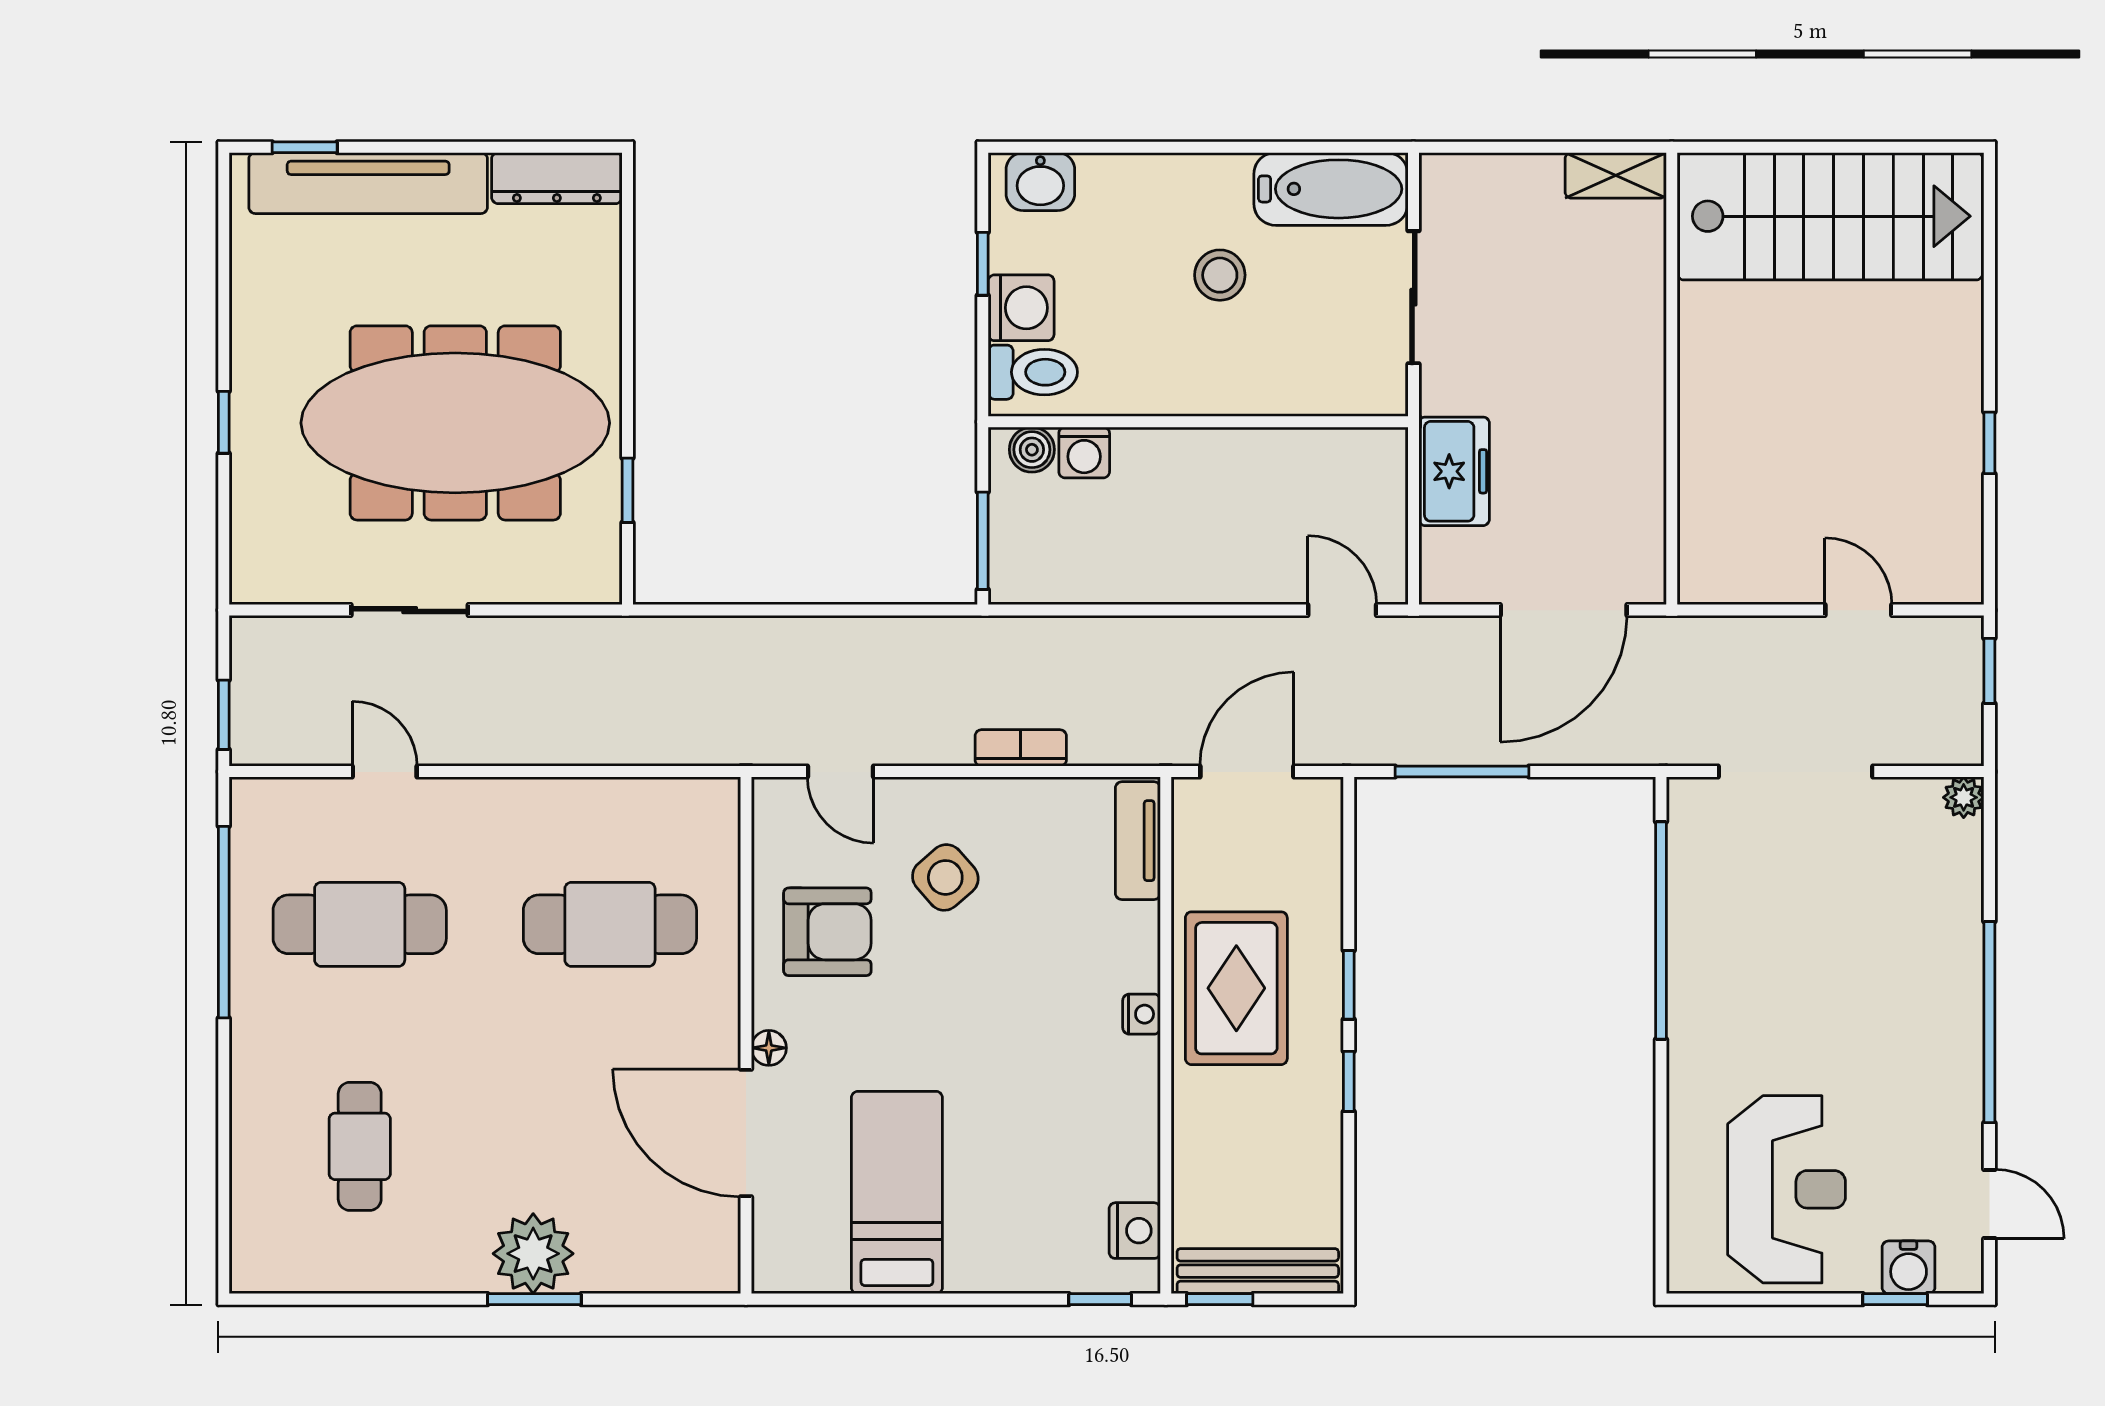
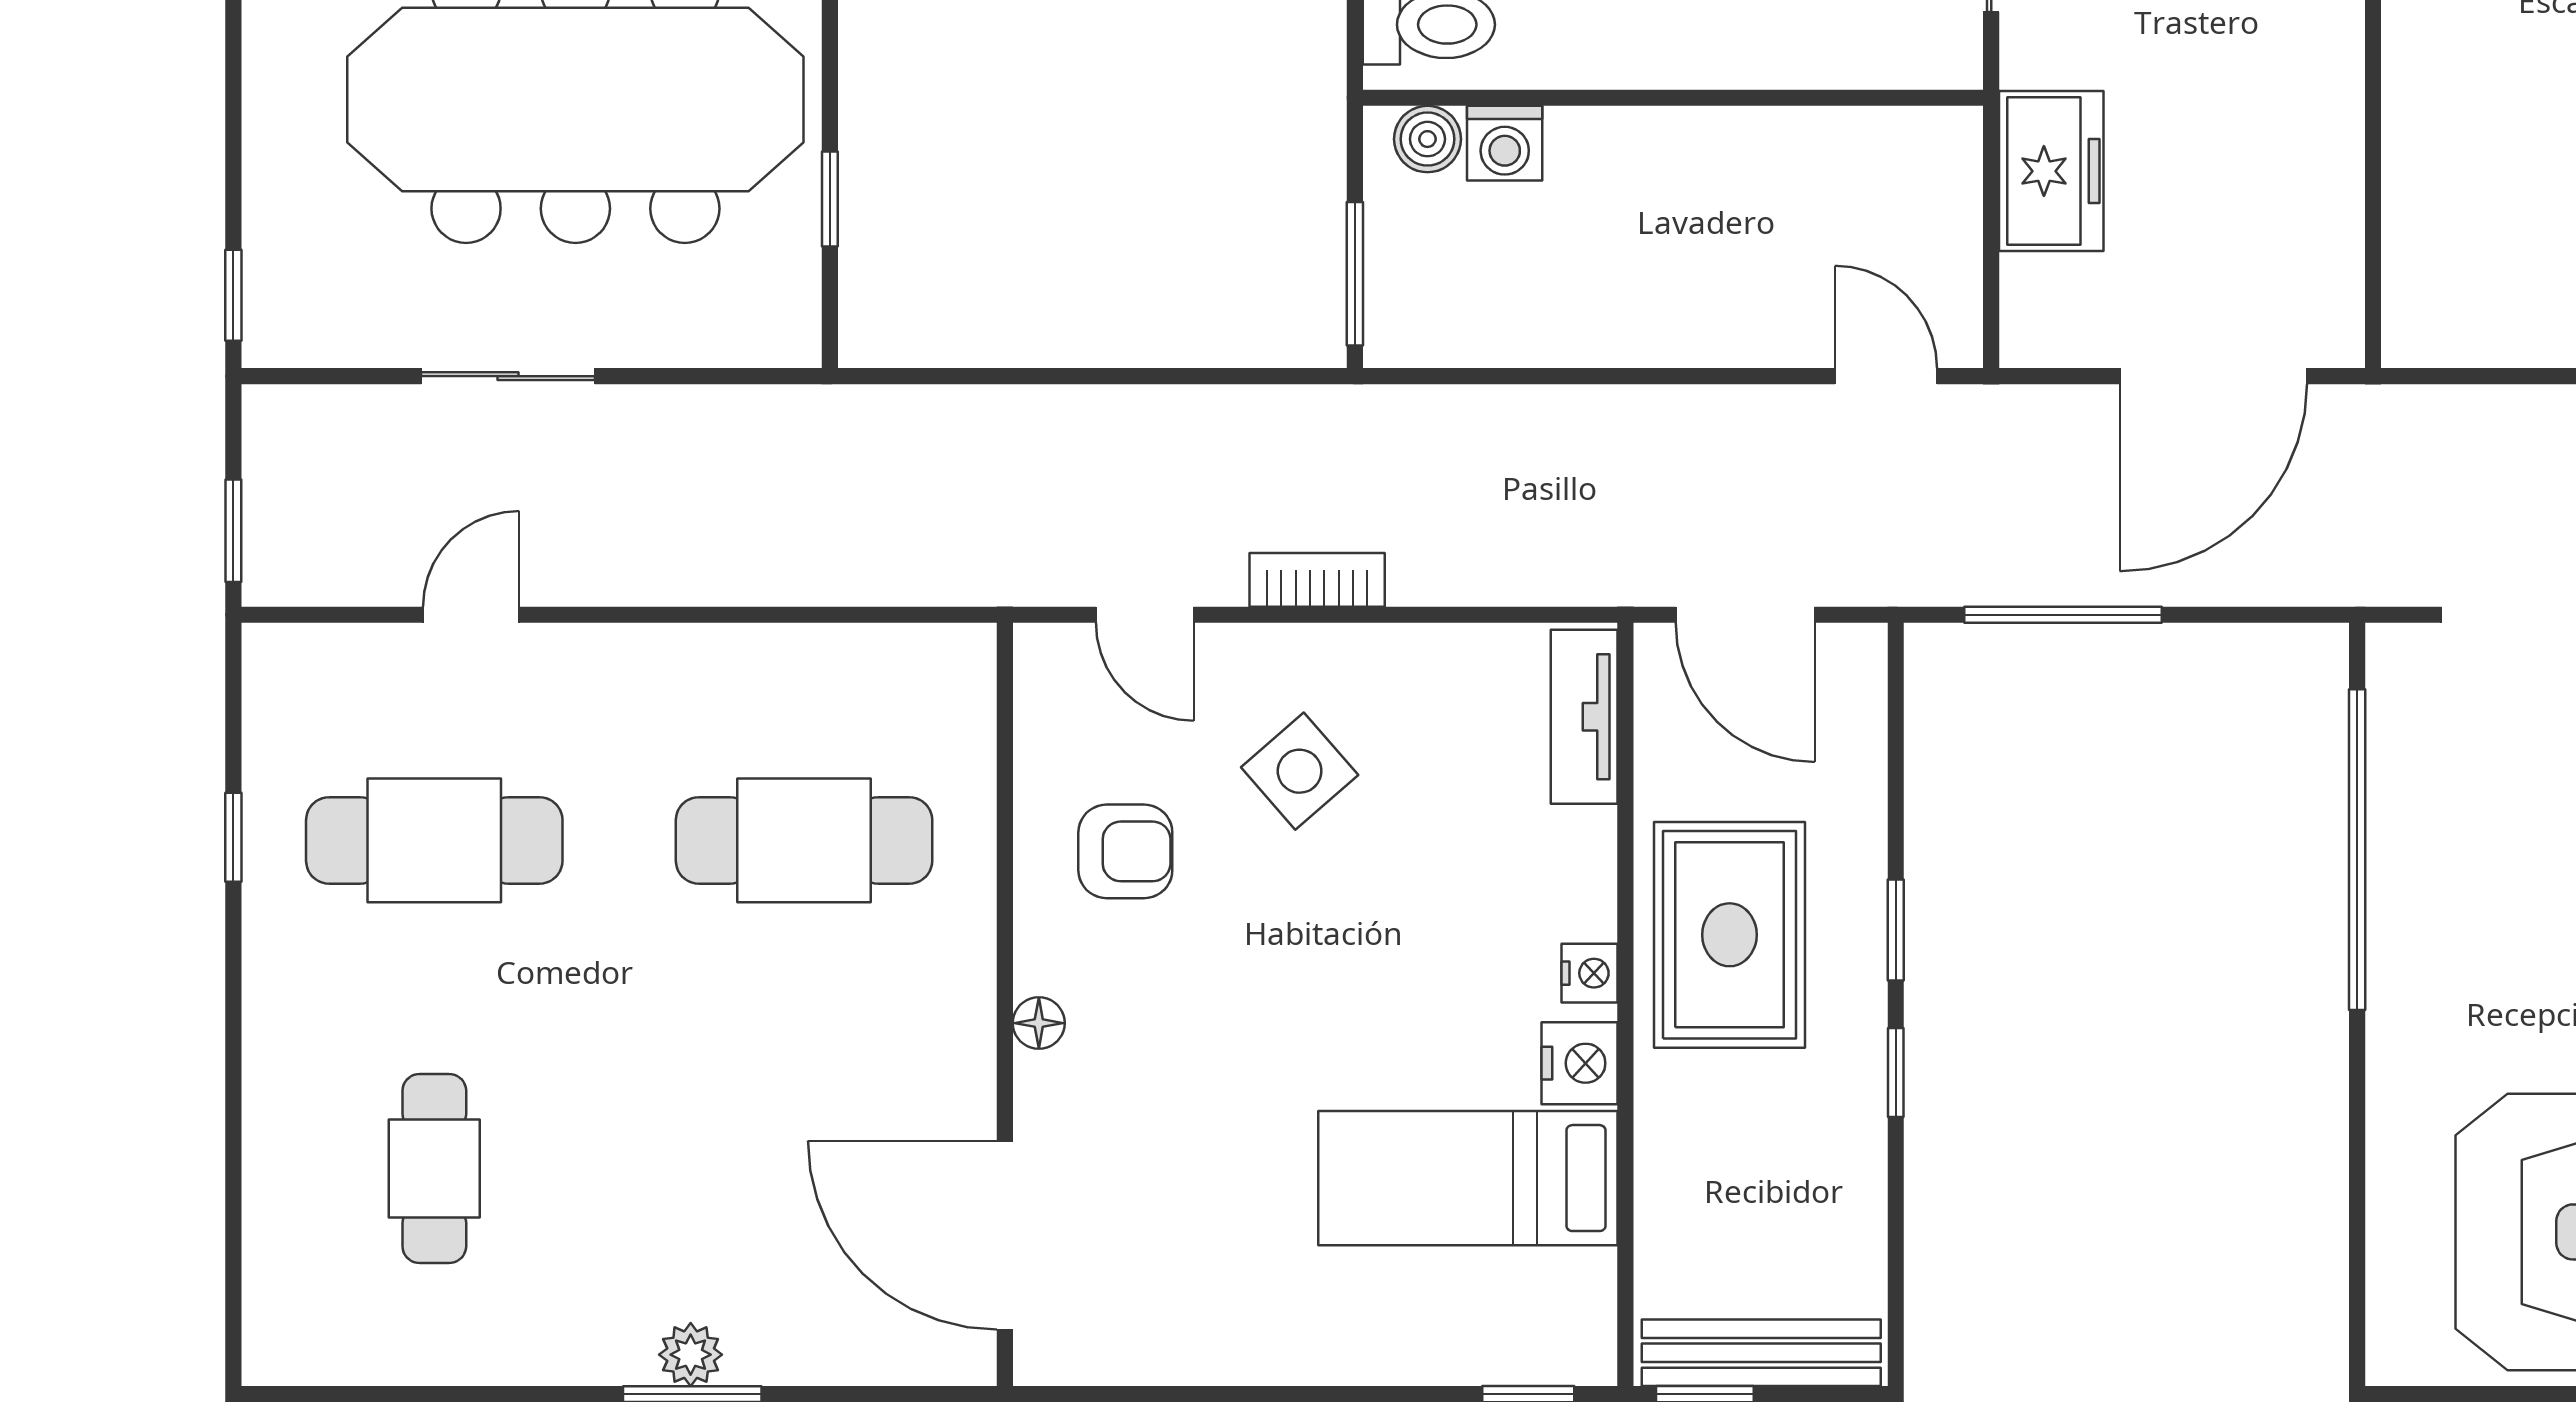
window: (224, 422) -> (233, 295), moved
bookcase: (1021, 748) -> (1317, 580), moved
door: (385, 772) -> (471, 615), hinge flipped
door: (1247, 772) -> (1745, 615), swing flipped
window: (224, 922) -> (233, 837), width x0.32
armchair: (827, 932) -> (1125, 851), width x0.72, depth x0.72
door: (746, 1133) -> (1005, 1235), moved
bed: (897, 1193) -> (1468, 1178), moved, turned -90
nightstand: (1135, 1231) -> (1579, 1063), moved
plant: (533, 1254) -> (691, 1355), width x0.53, depth x0.53

